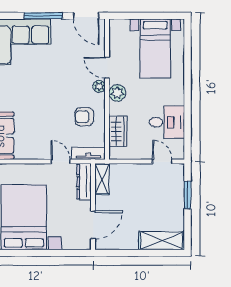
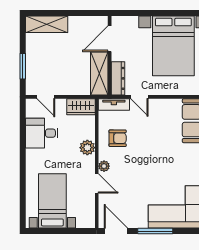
plant: (117, 93) -> (87, 148), moved
wardrobe: (118, 131) -> (81, 107), moved, turned -90
shelving: (102, 179) -> (99, 74), width x1.50, depth x1.33

